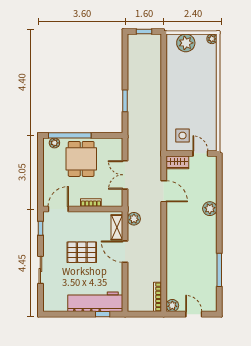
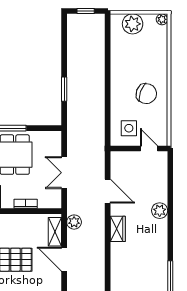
chair: (198, 105) -> (146, 94), added
wardrobe: (177, 162) -> (118, 229), moved, turned -90

